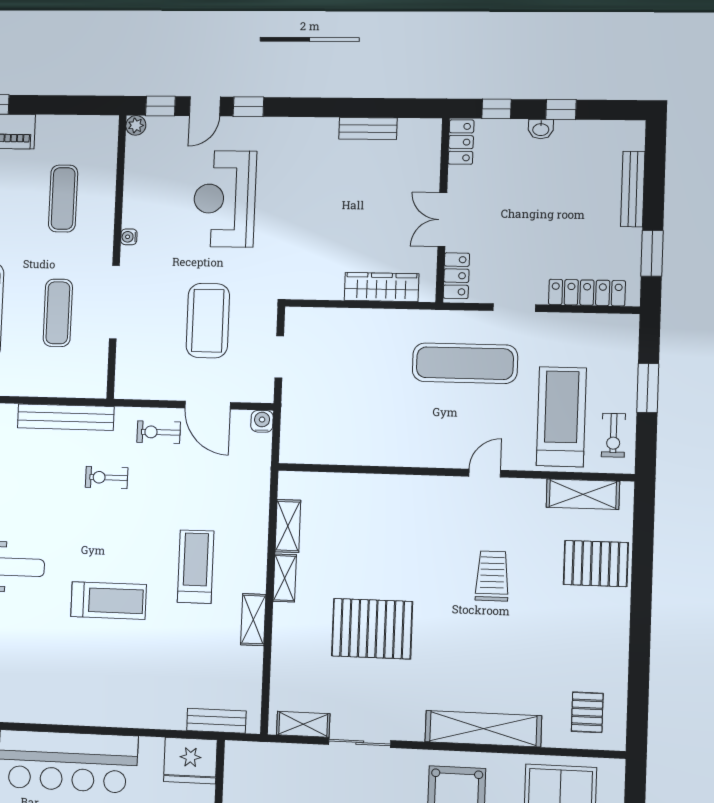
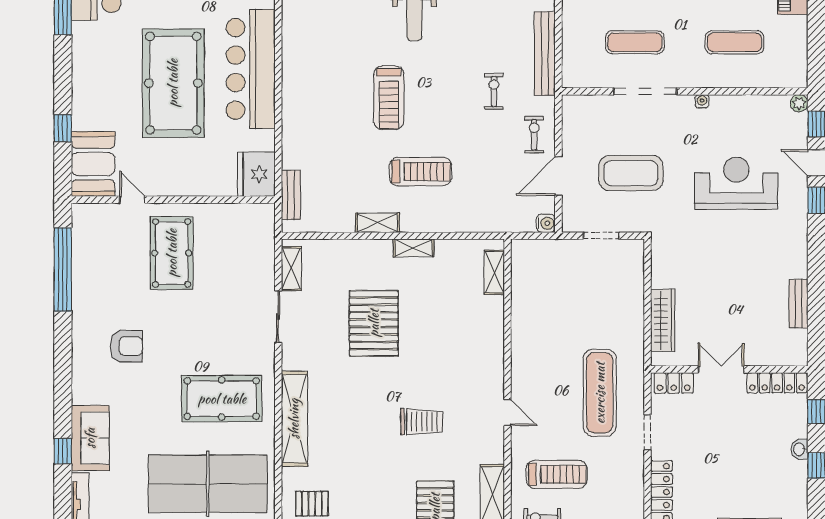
locker: (461, 142) -> (777, 383), width x1.53
treadmill: (561, 417) -> (557, 474), width x0.73, depth x0.73
shelving: (288, 526) -> (494, 272), moved, turned 90

